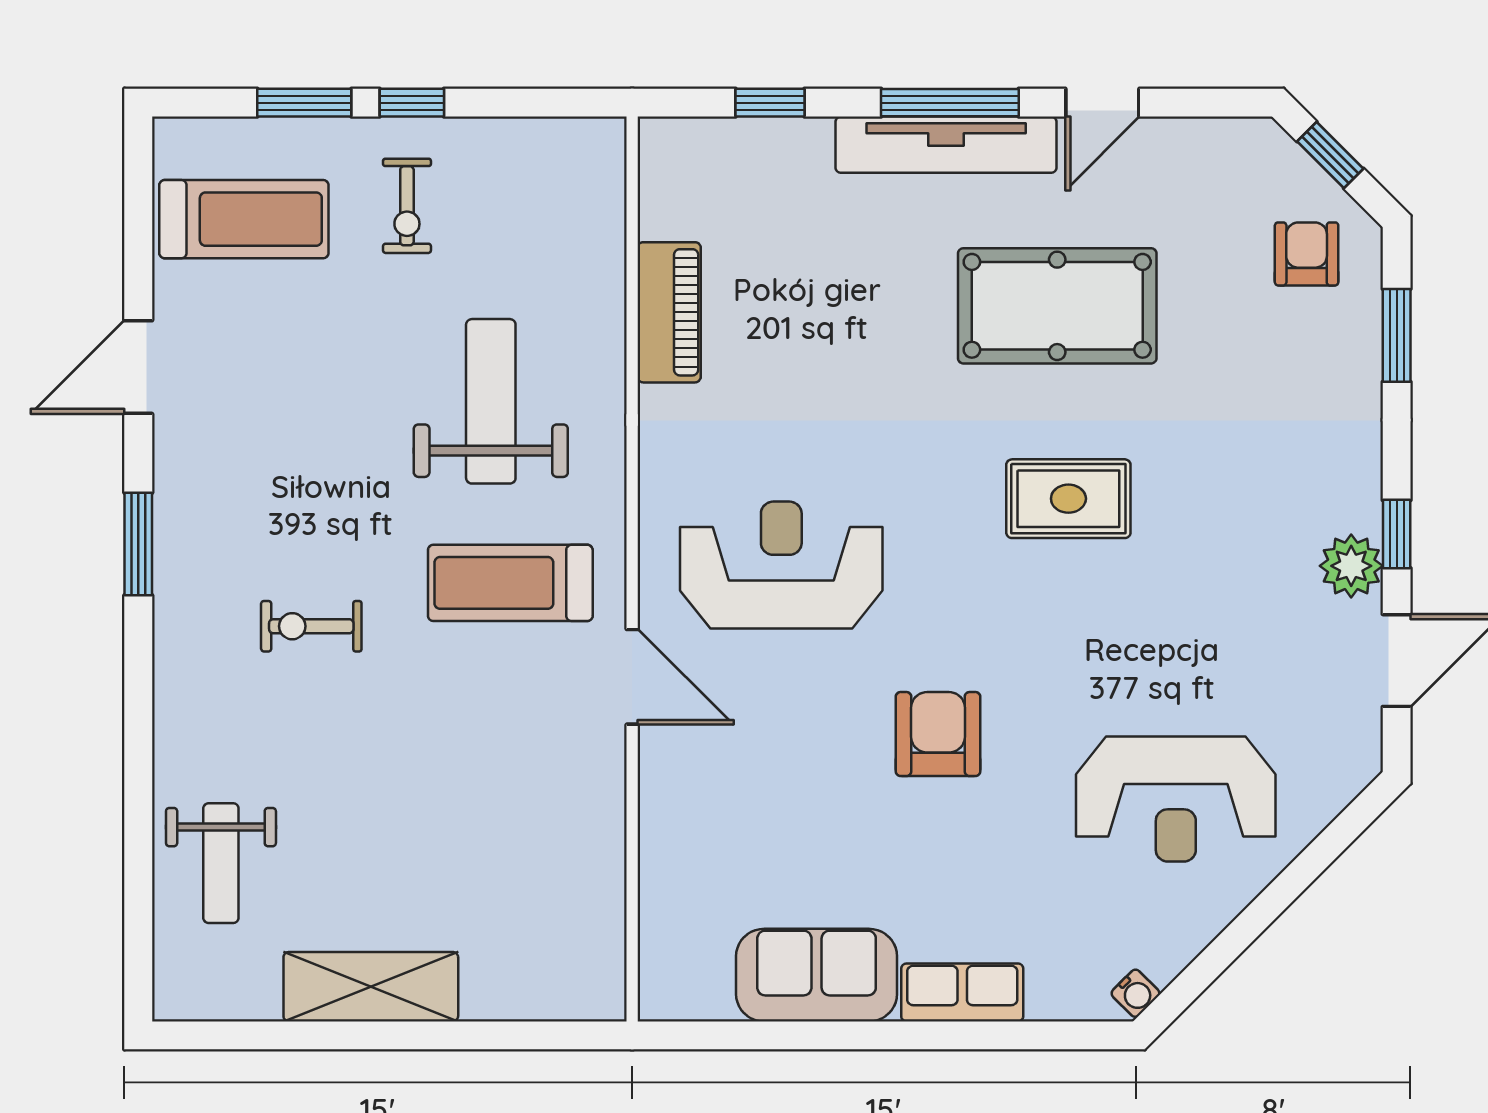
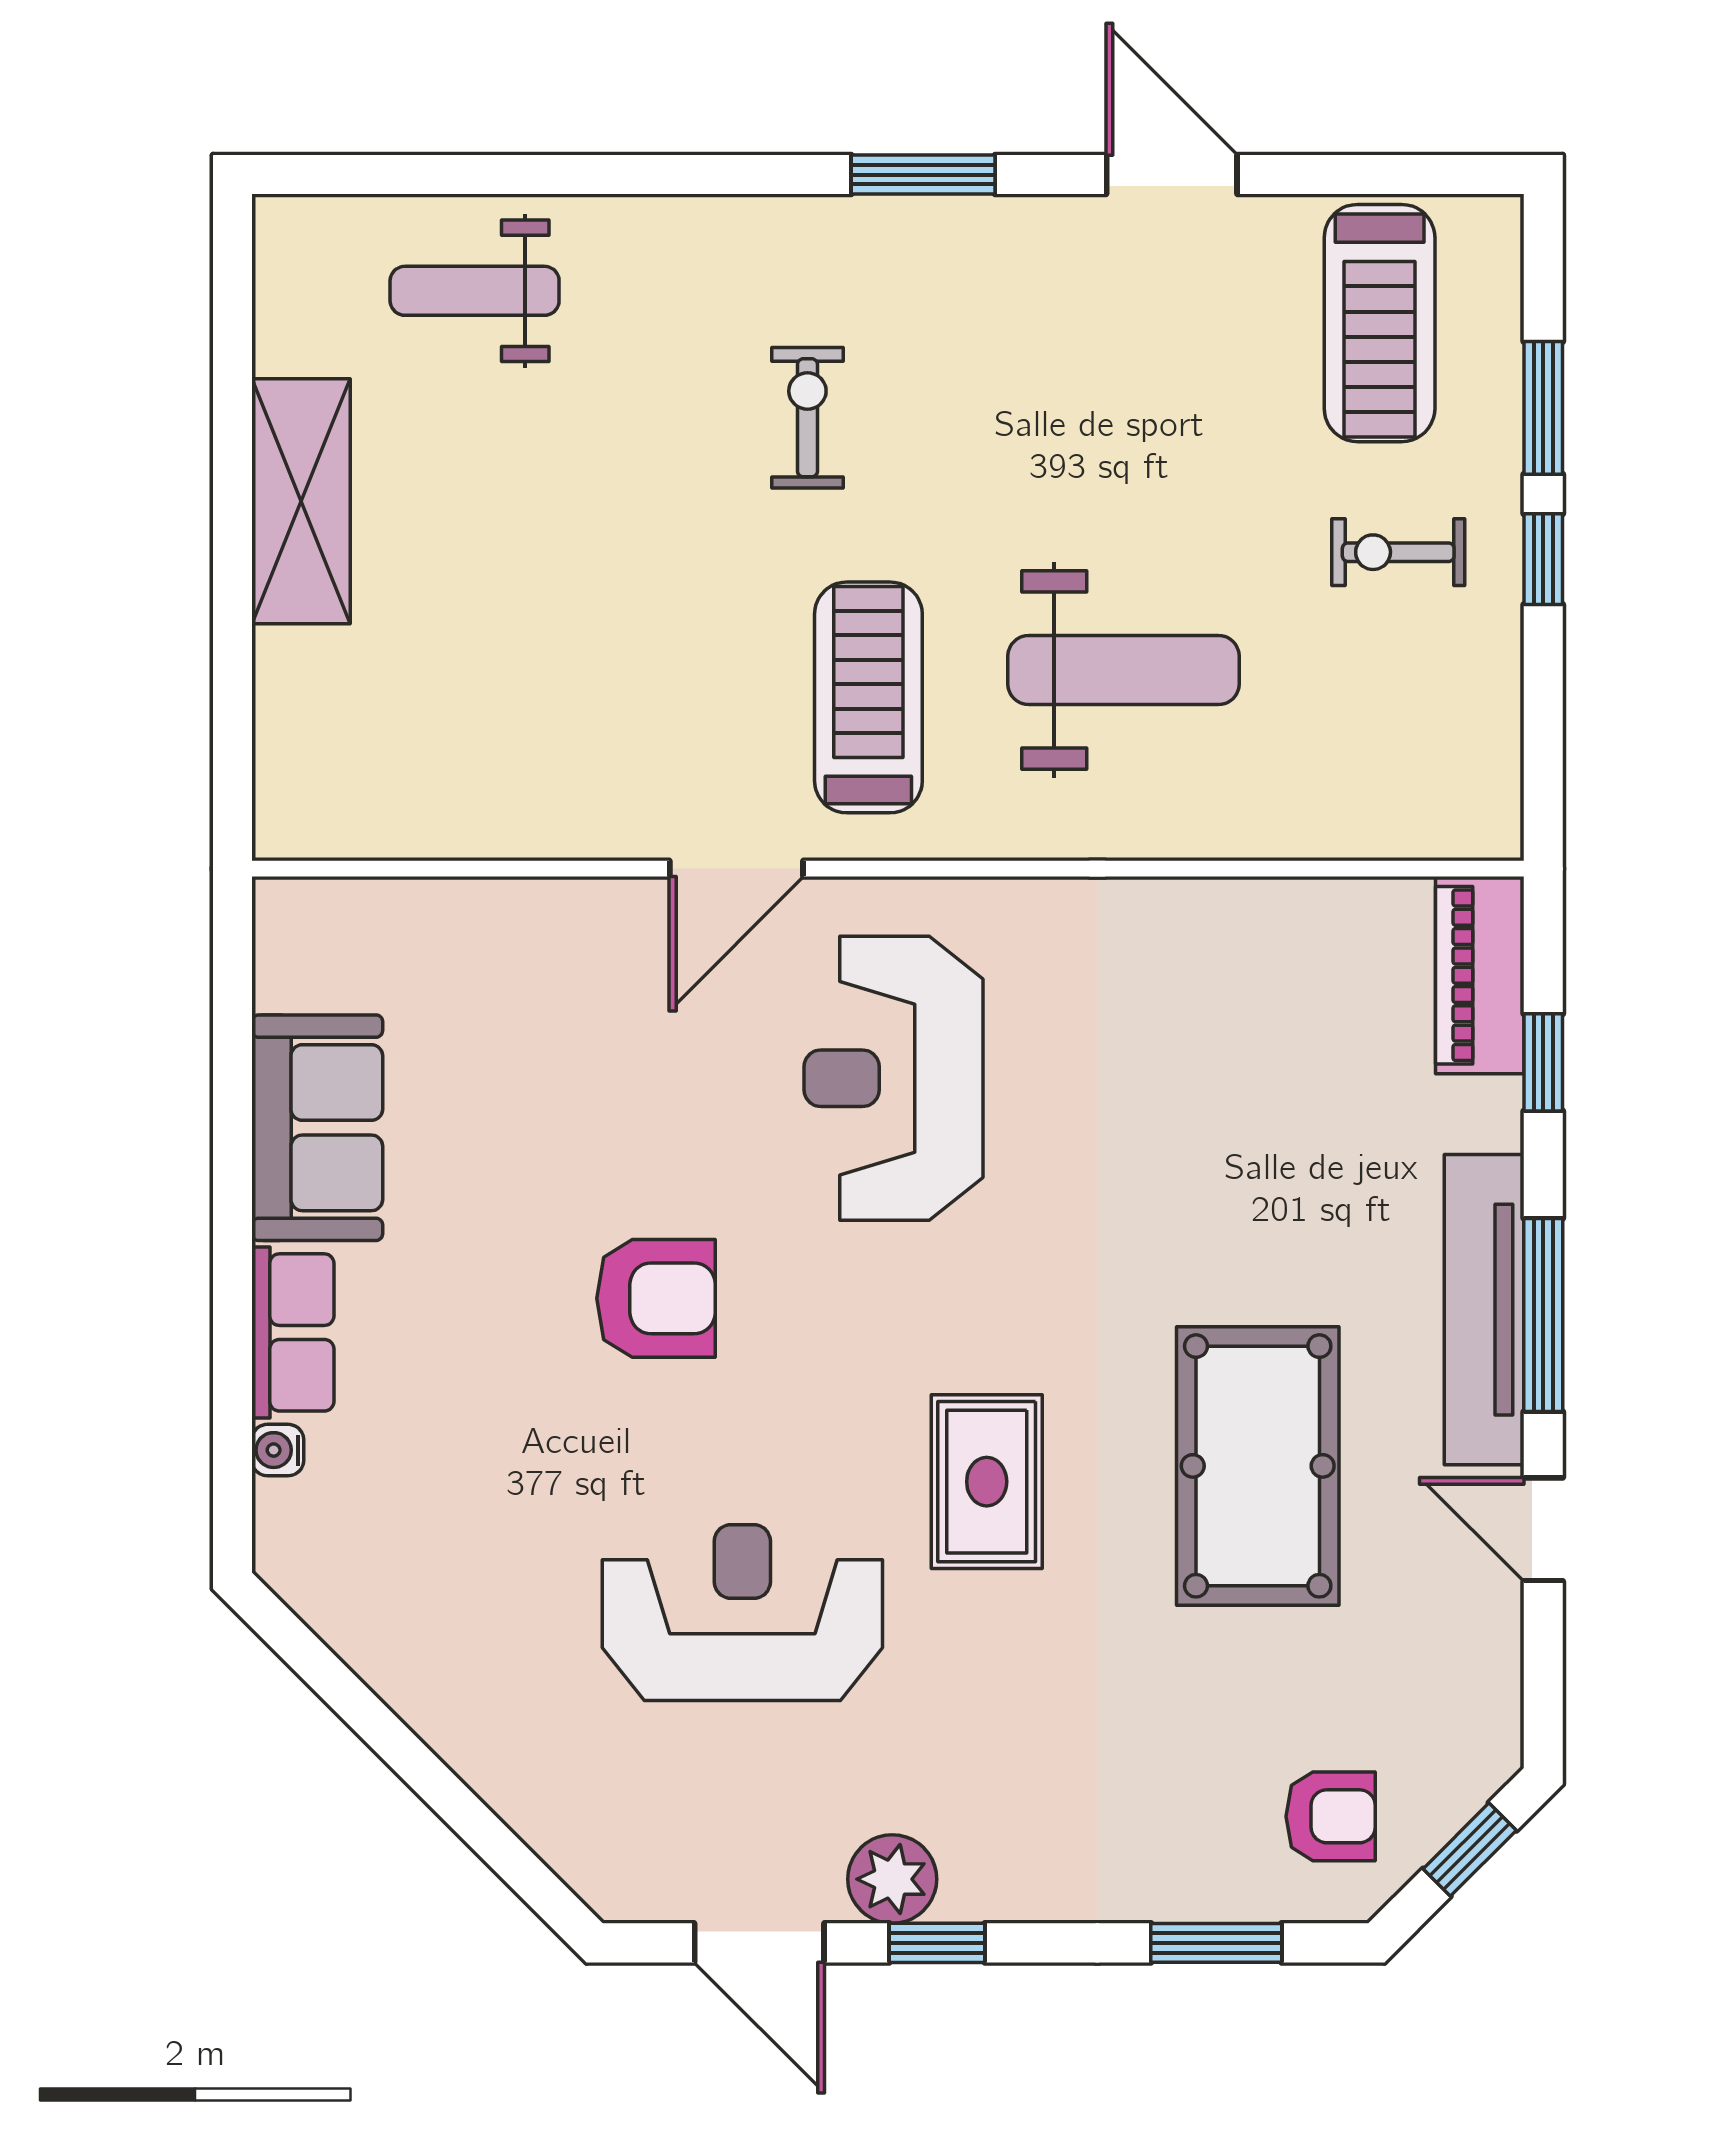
piano: (669, 312) -> (1480, 975), moved, turned 90
reception desk: (781, 565) -> (893, 1078), turned 180
reception desk: (1176, 799) -> (742, 1613), moved, turned 90
water cooler: (1135, 993) -> (278, 1450), moved, turned 45

